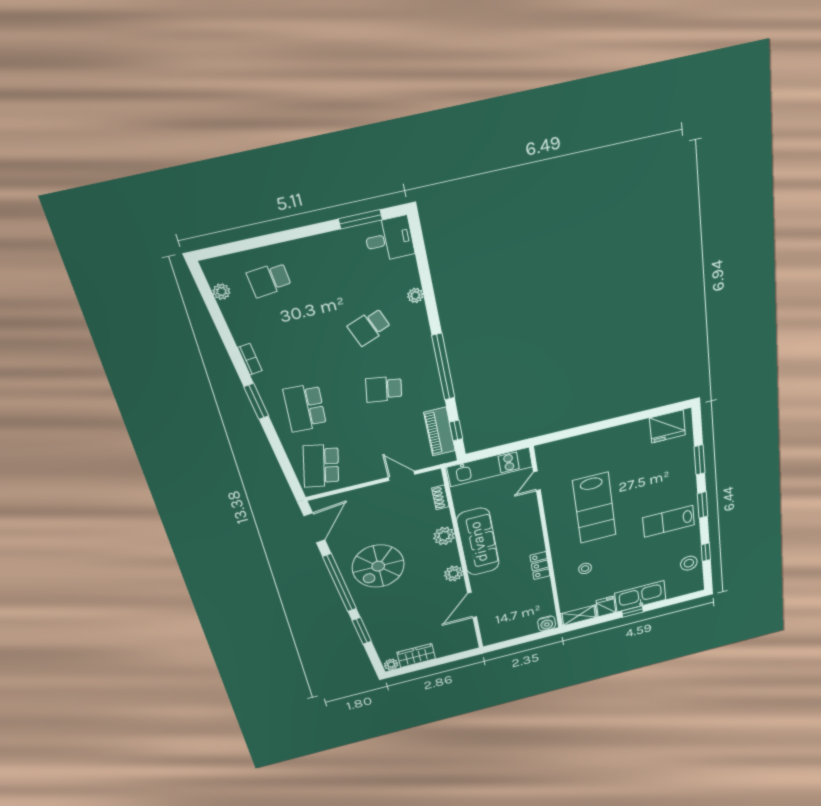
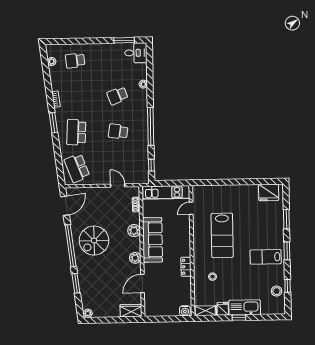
piano: (439, 432) -> (142, 164), removed
school desk: (321, 466) -> (77, 168), turned -33
wardrobe: (416, 656) -> (131, 311), moved

